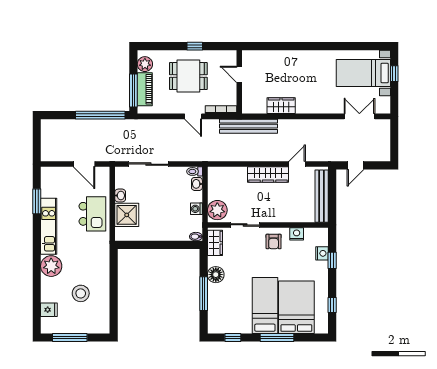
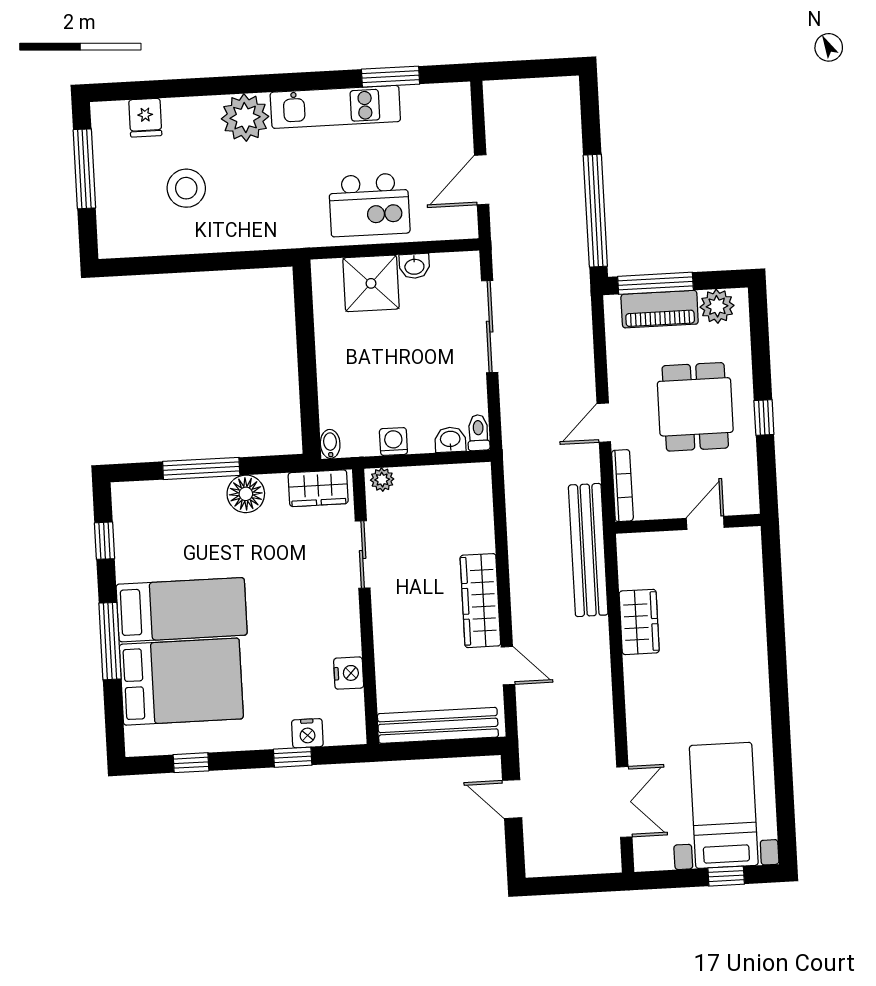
plant: (217, 210) -> (382, 480), width x0.53, depth x0.53
armchair: (274, 241) -> (329, 622), removed

